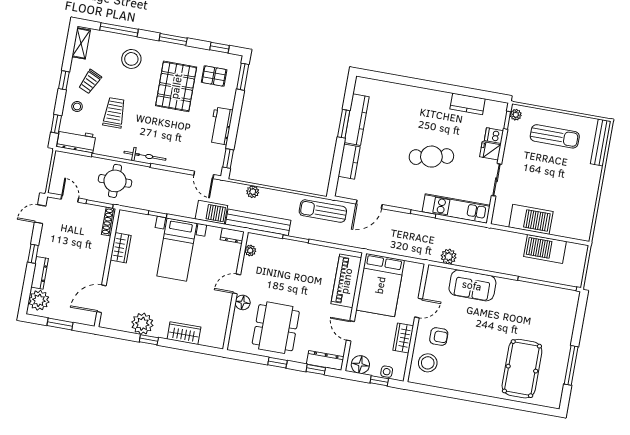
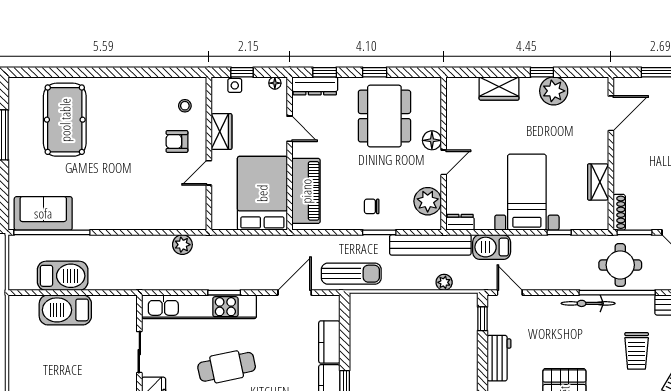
kitchen unit: (456, 209) -> (199, 307), width x1.36
barbecue: (531, 219) -> (65, 310), moved
plant: (250, 250) -> (428, 201), width x1.88, depth x1.88
chair: (298, 260) -> (372, 206), added
sofa: (472, 285) -> (43, 213), moved
stool: (428, 363) -> (185, 106), width x0.53, depth x0.53
floor lamp: (360, 365) -> (275, 83), width x0.53, depth x0.53

